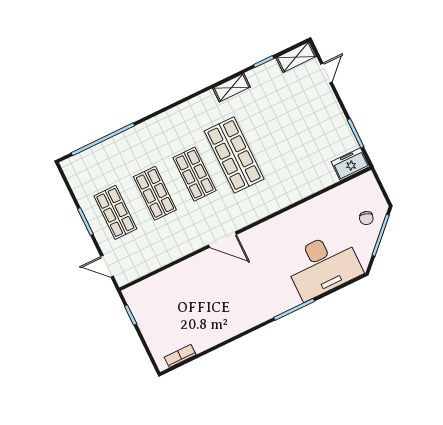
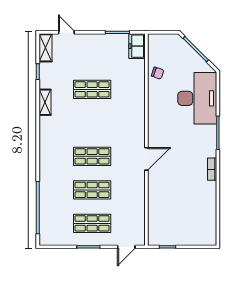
shop shelf: (234, 155) -> (92, 89), moved, width x0.70, depth x0.74
chair: (366, 218) -> (158, 73), moved
bookcase: (180, 356) -> (212, 169), moved

